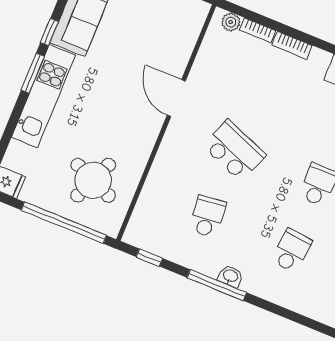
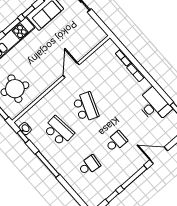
plant: (231, 22) -> (113, 48), removed
school desk: (208, 216) -> (59, 131), width x1.85
washbasin: (230, 276) -> (25, 129), moved

